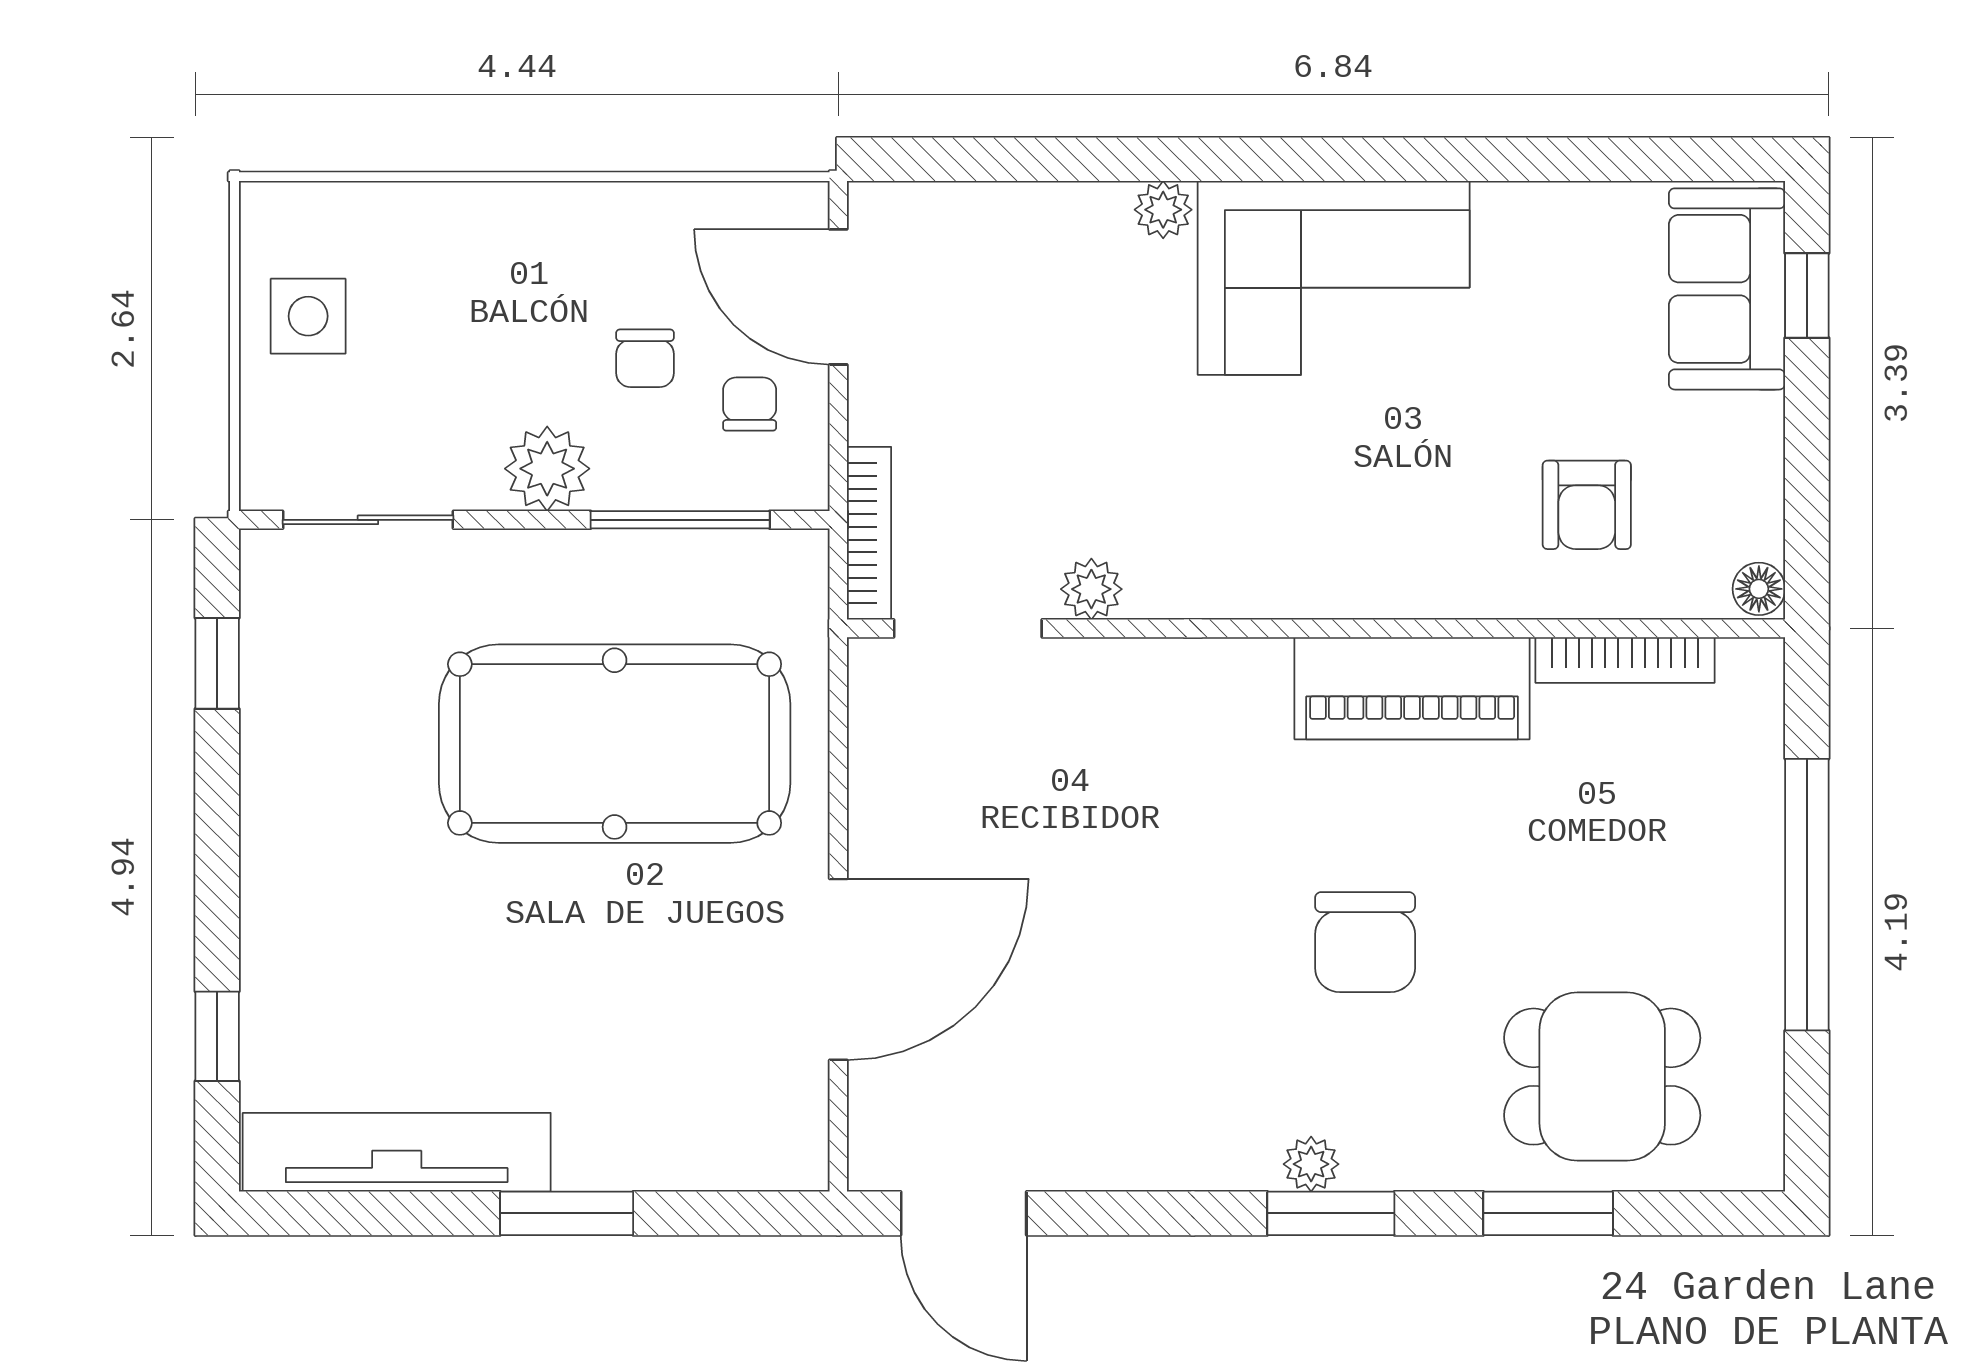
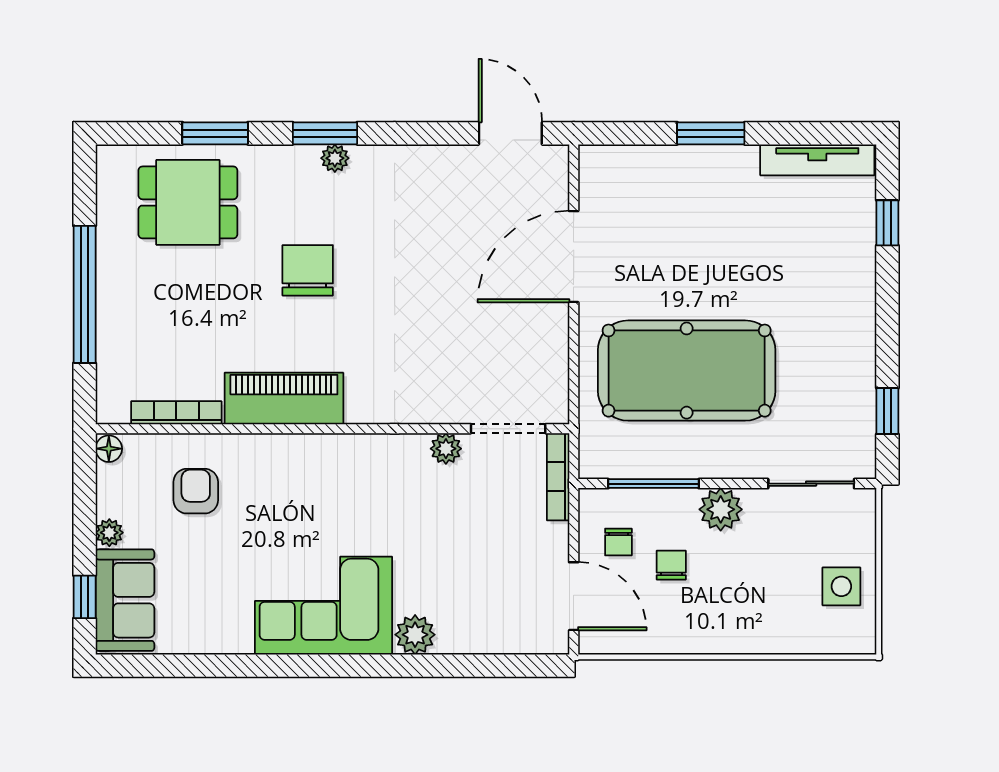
plant: (1163, 210) -> (415, 635), width x1.38, depth x1.38
plant: (1758, 423) -> (109, 533), added
tv unit: (397, 1152) -> (817, 160), width x0.73, depth x0.78

